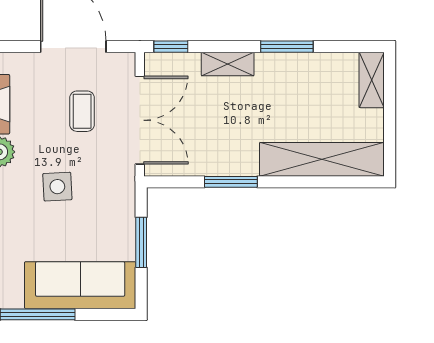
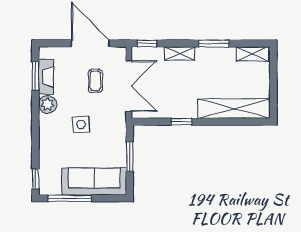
shelving: (372, 80) -> (253, 54), moved, turned 90
window: (231, 182) -> (181, 122), width x0.67

